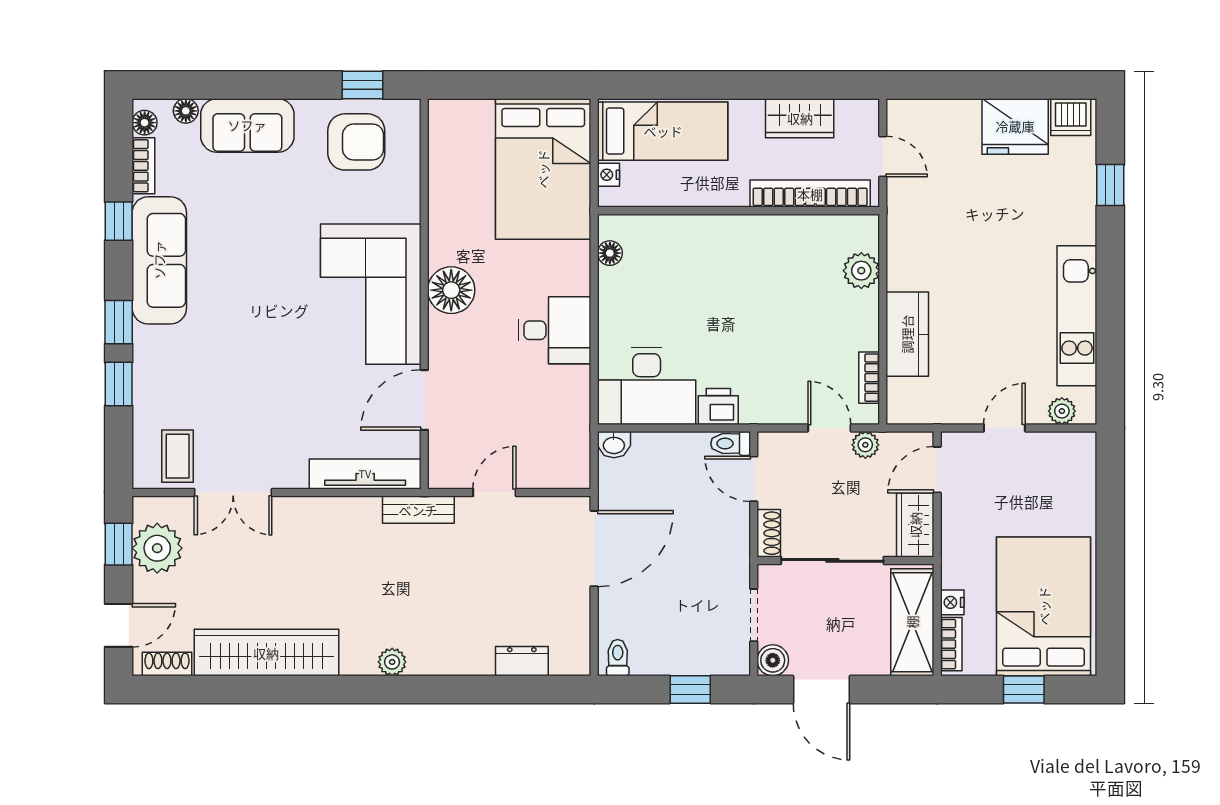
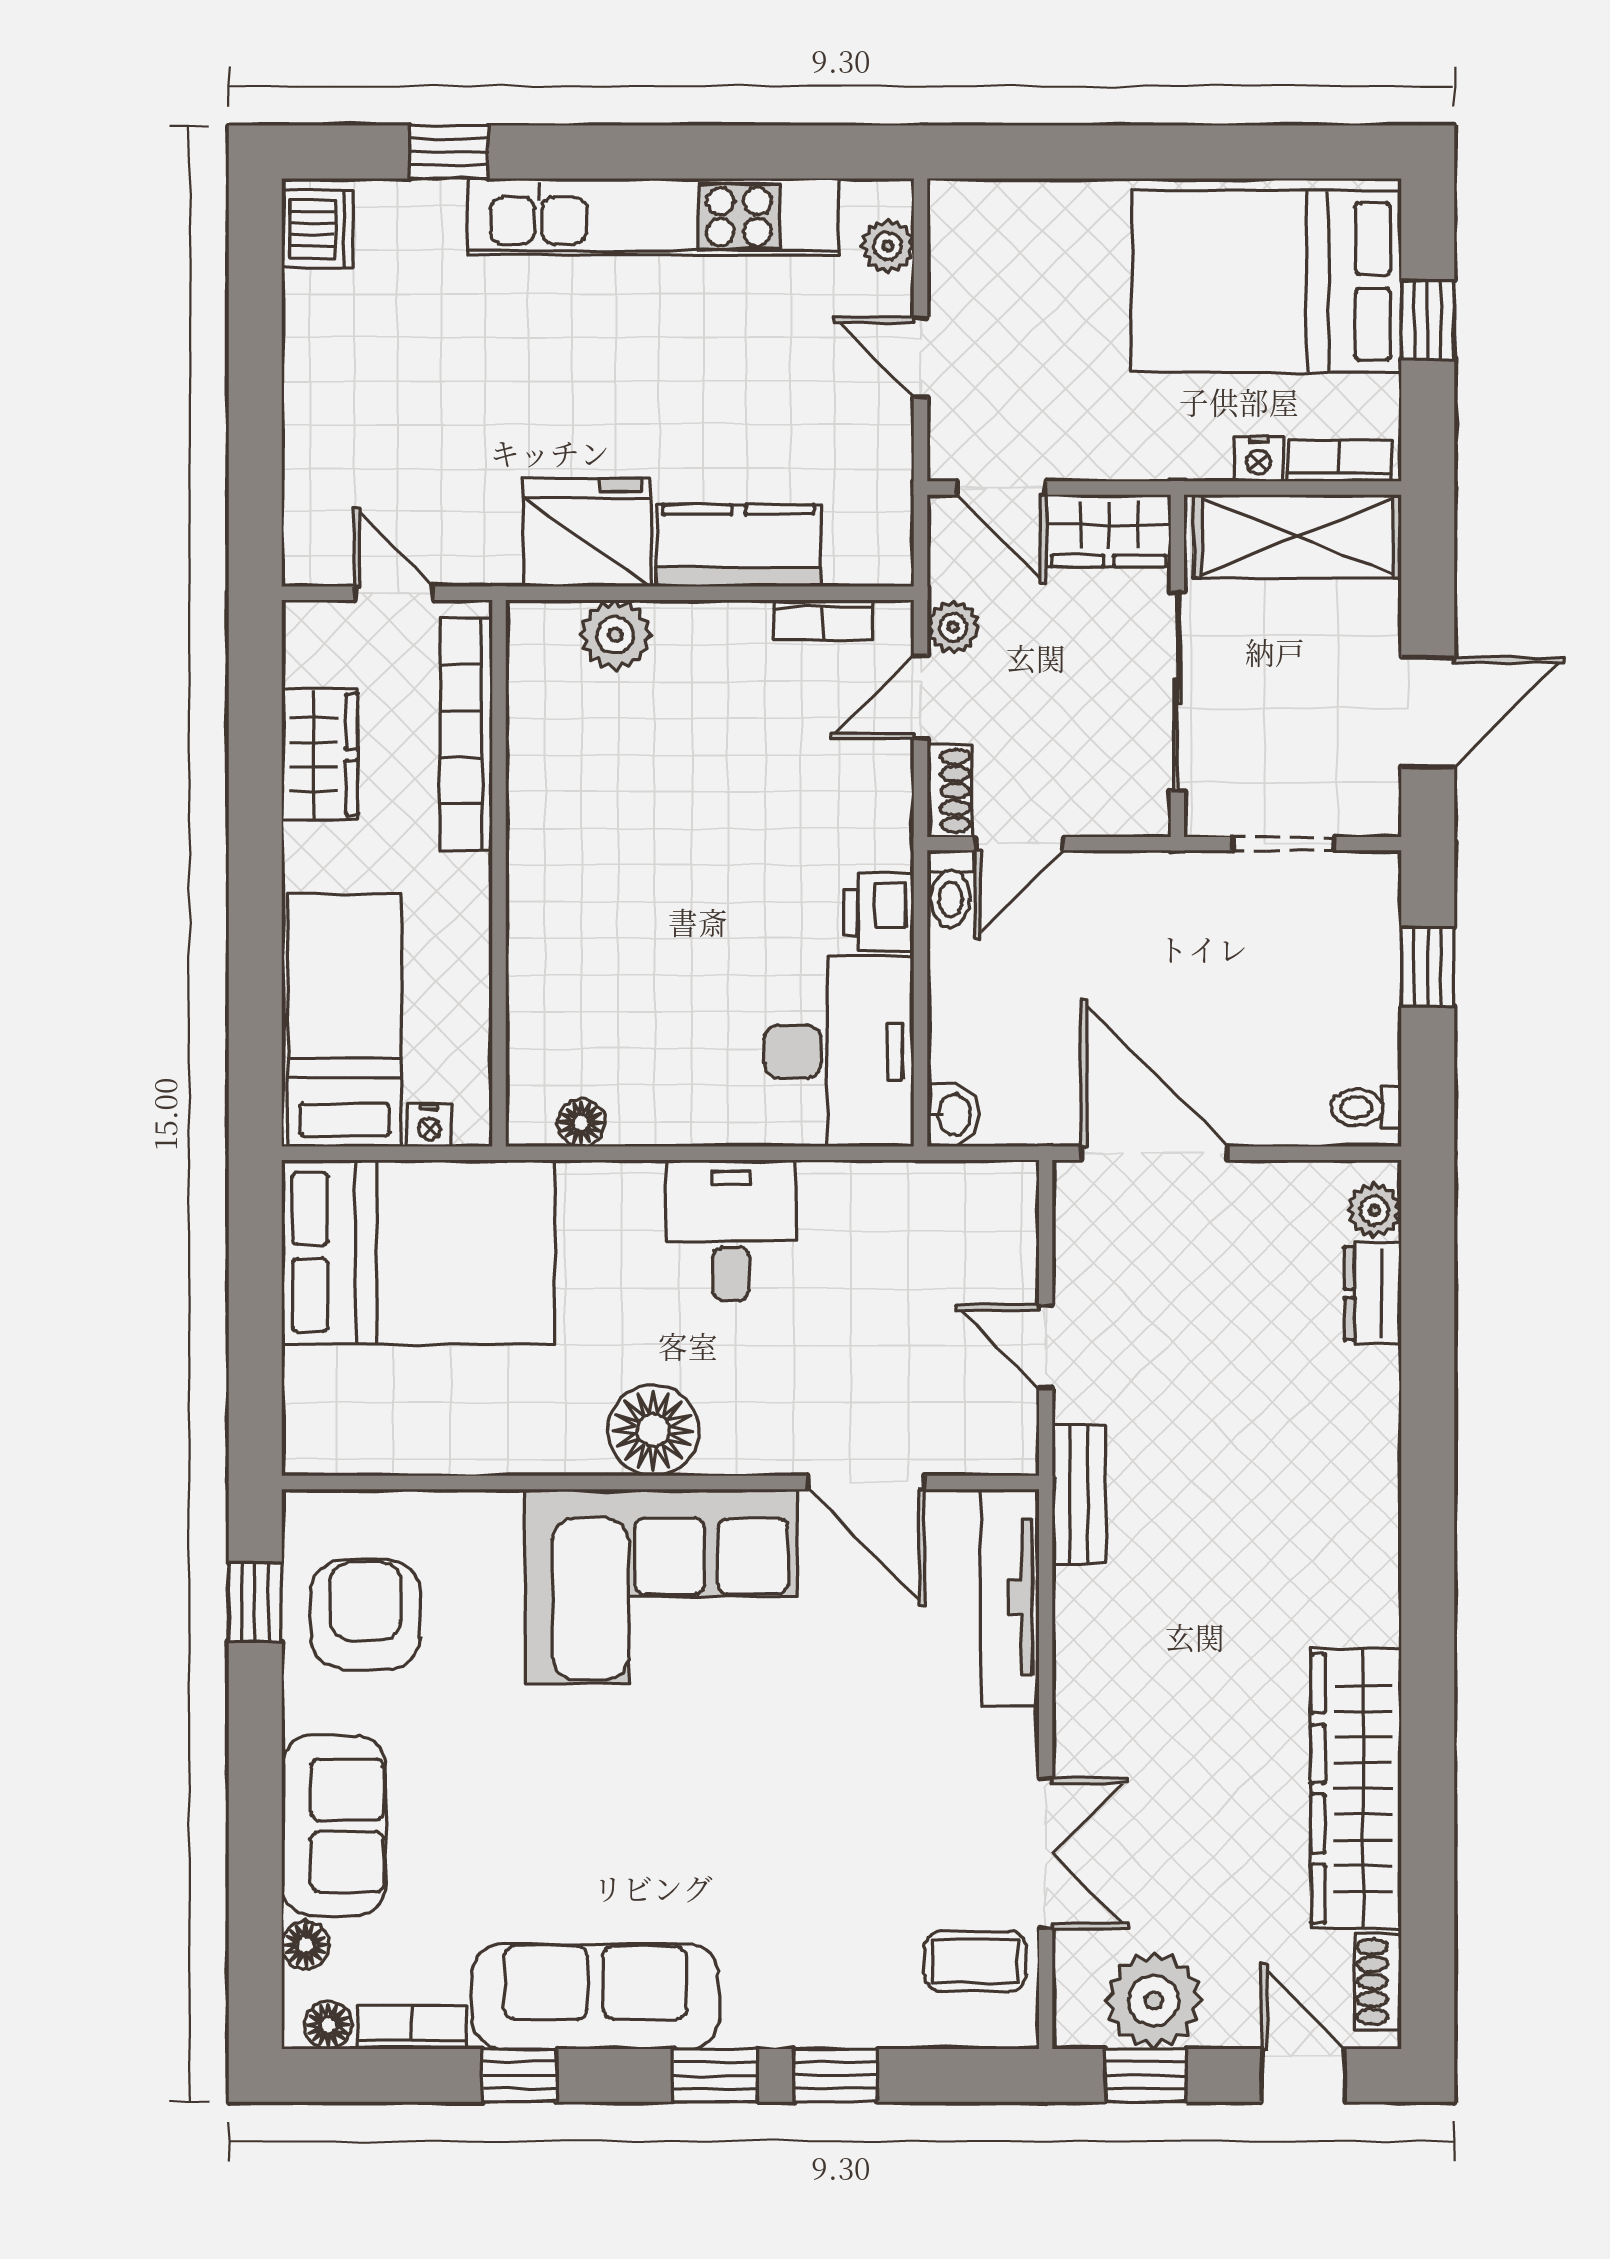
fridge: (1015, 126) -> (587, 533), moved, turned -90
door: (883, 157) -> (394, 593), hinge flipped
kitchen unit: (1077, 316) -> (654, 217), width x1.36
shoe rack: (769, 533) -> (950, 791), moved, turned 90
boiler: (773, 660) -> (1371, 807), removed
plant: (392, 662) -> (1374, 1210), moved

